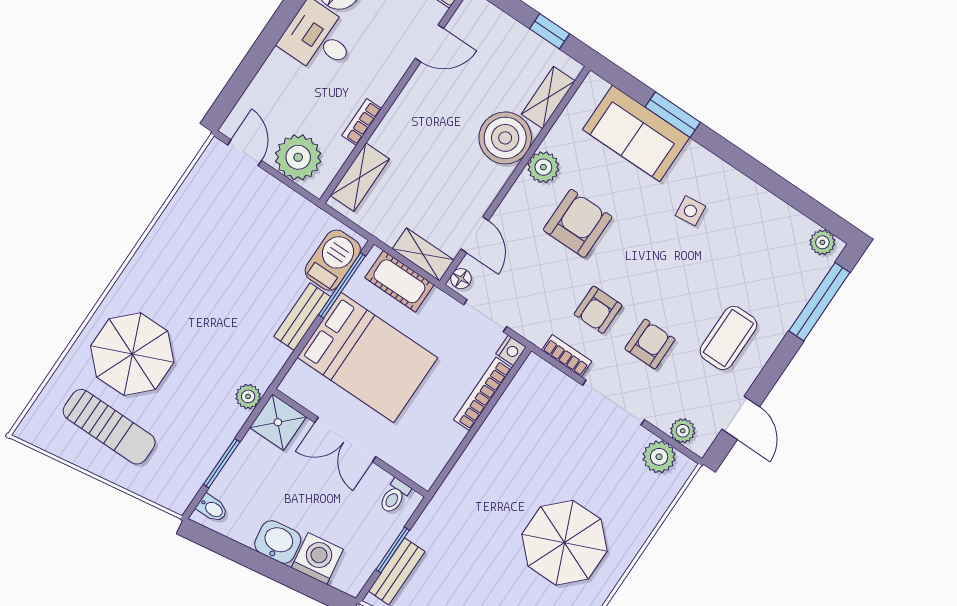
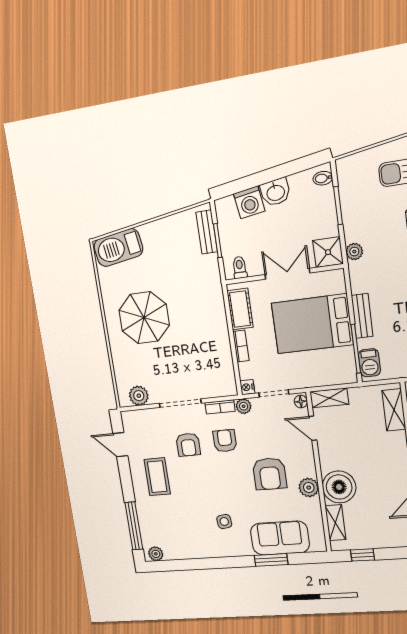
barbecue: (333, 260) -> (369, 363), width x0.73, depth x0.79
cot: (399, 281) -> (240, 309), moved, turned 90
bookcase: (483, 394) -> (241, 346), width x0.64
plant: (683, 431) -> (244, 406), moved

